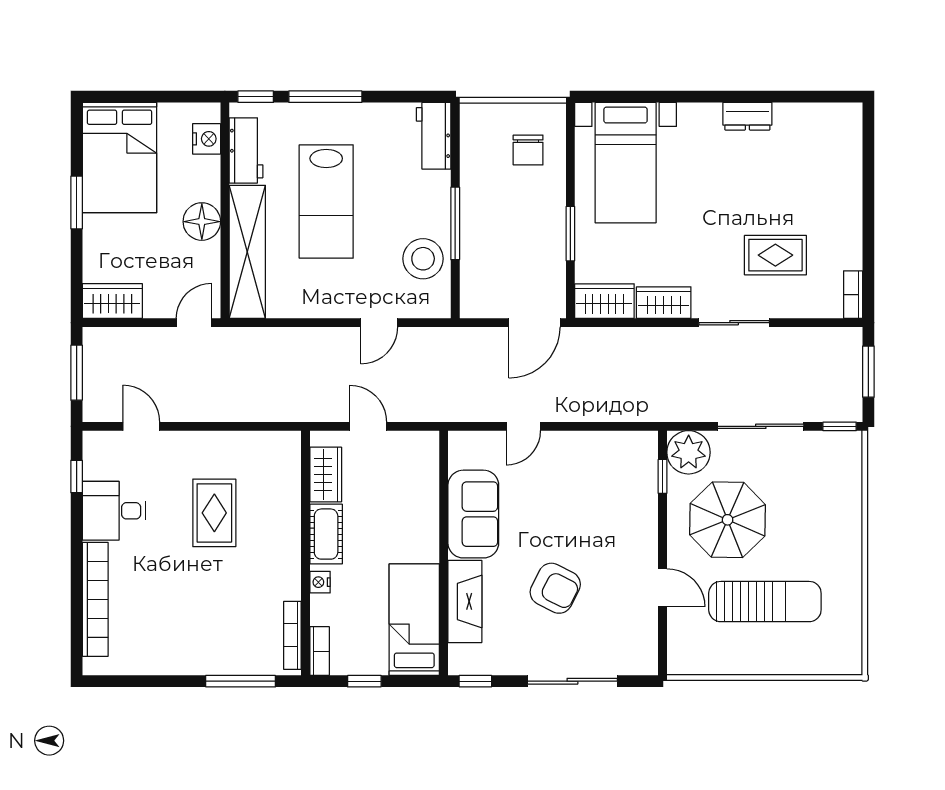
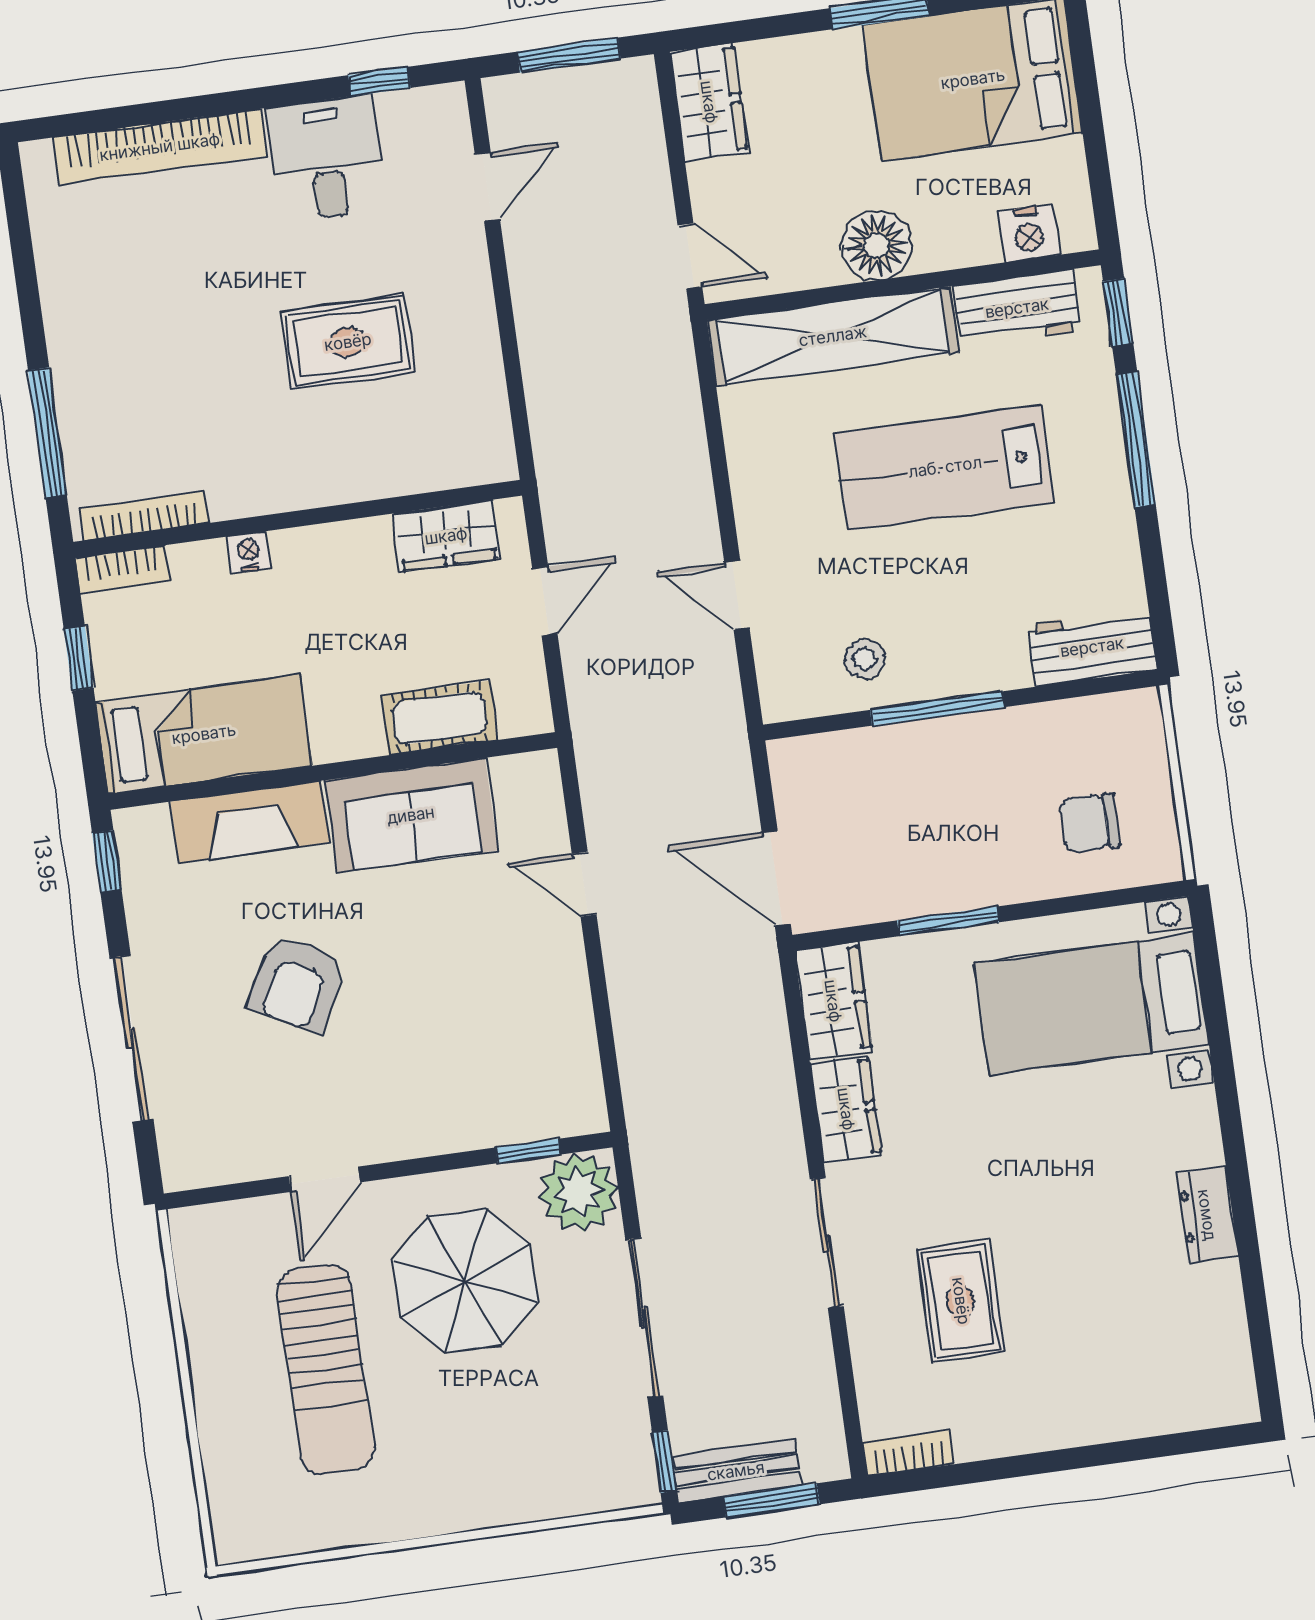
stool: (423, 259) -> (865, 659), width x0.53, depth x0.53
bench: (850, 388) -> (736, 1471), added
cot: (326, 534) -> (439, 718), moved

